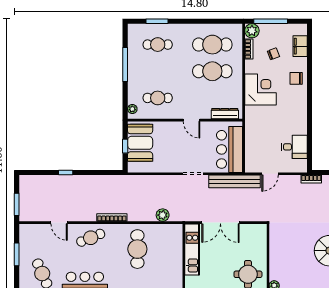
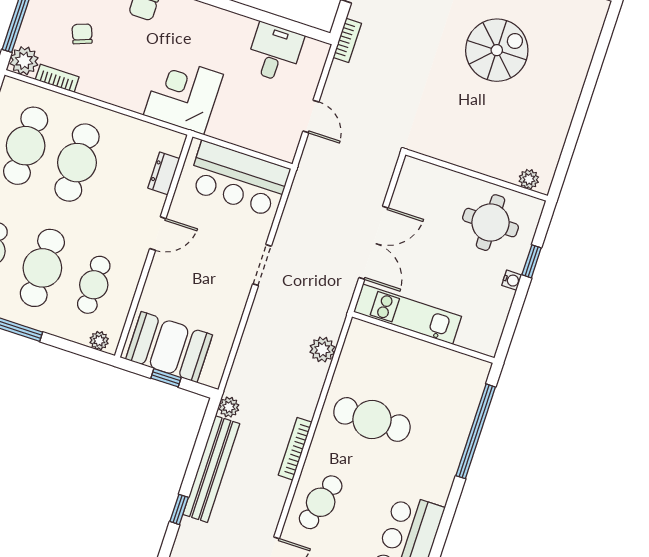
cafe table: (158, 71) -> (42, 268), added
corner desk: (261, 90) -> (183, 95), moved
dresser: (225, 114) -> (164, 173), width x0.70
plant: (121, 180) -> (229, 407), added
bench: (234, 181) -> (211, 469), moved
cafe table: (91, 238) -> (321, 502), turned 38

